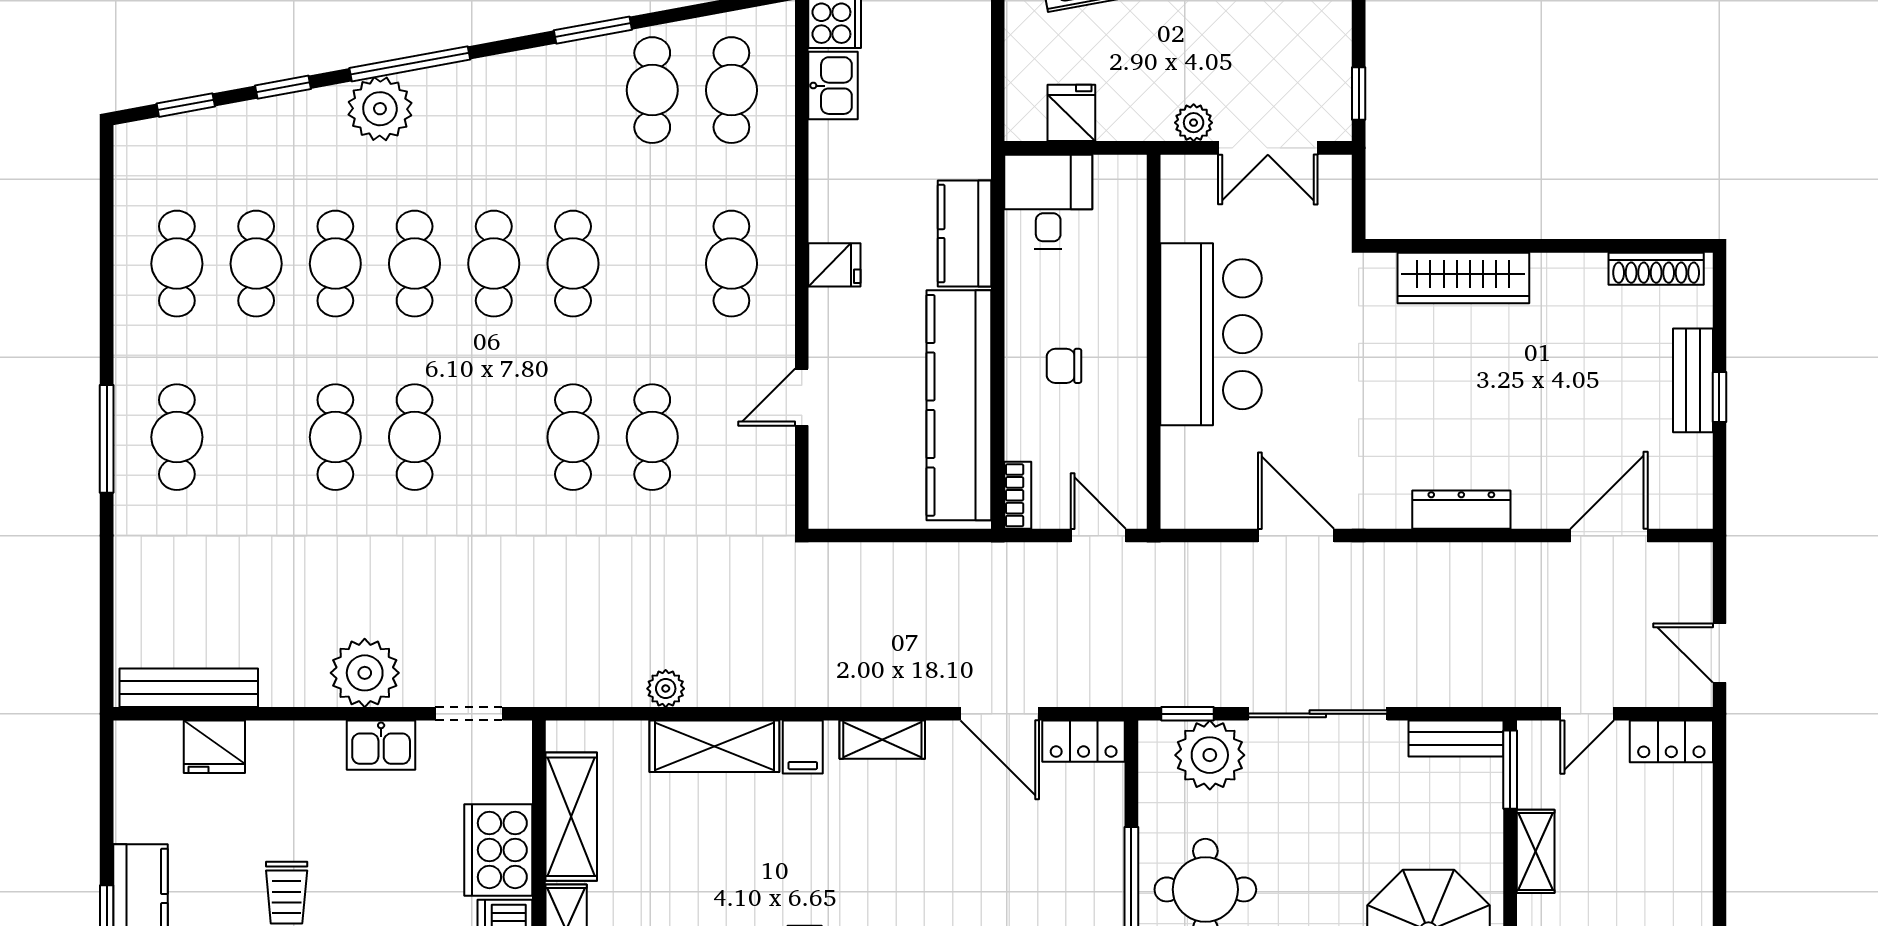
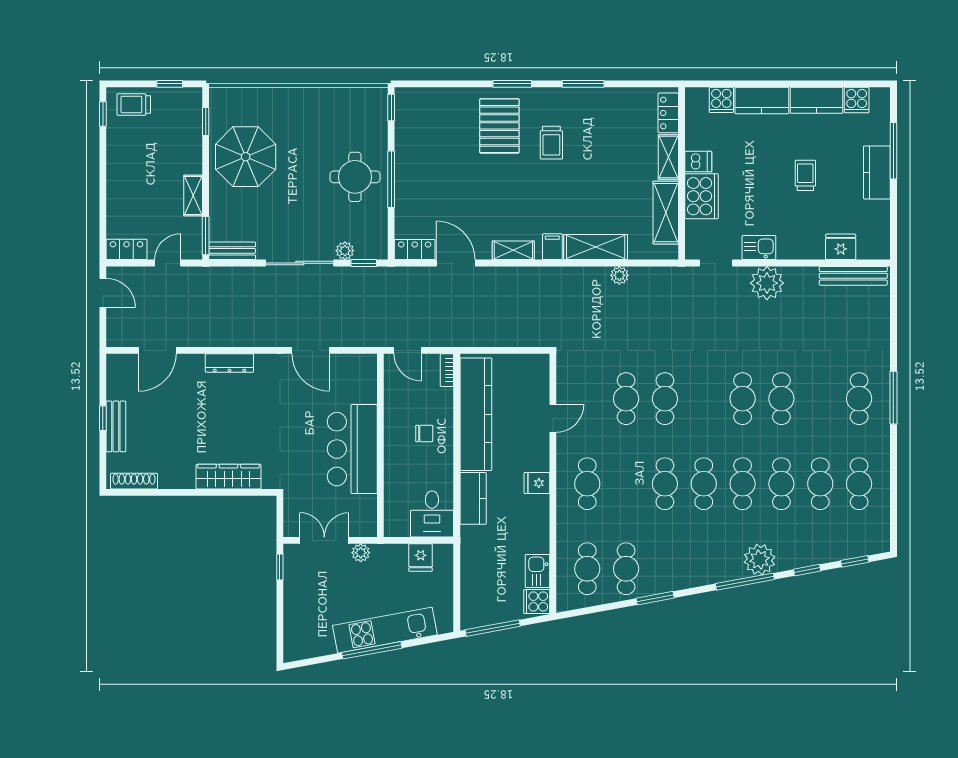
plant: (1210, 755) -> (345, 251), width x0.53, depth x0.53

